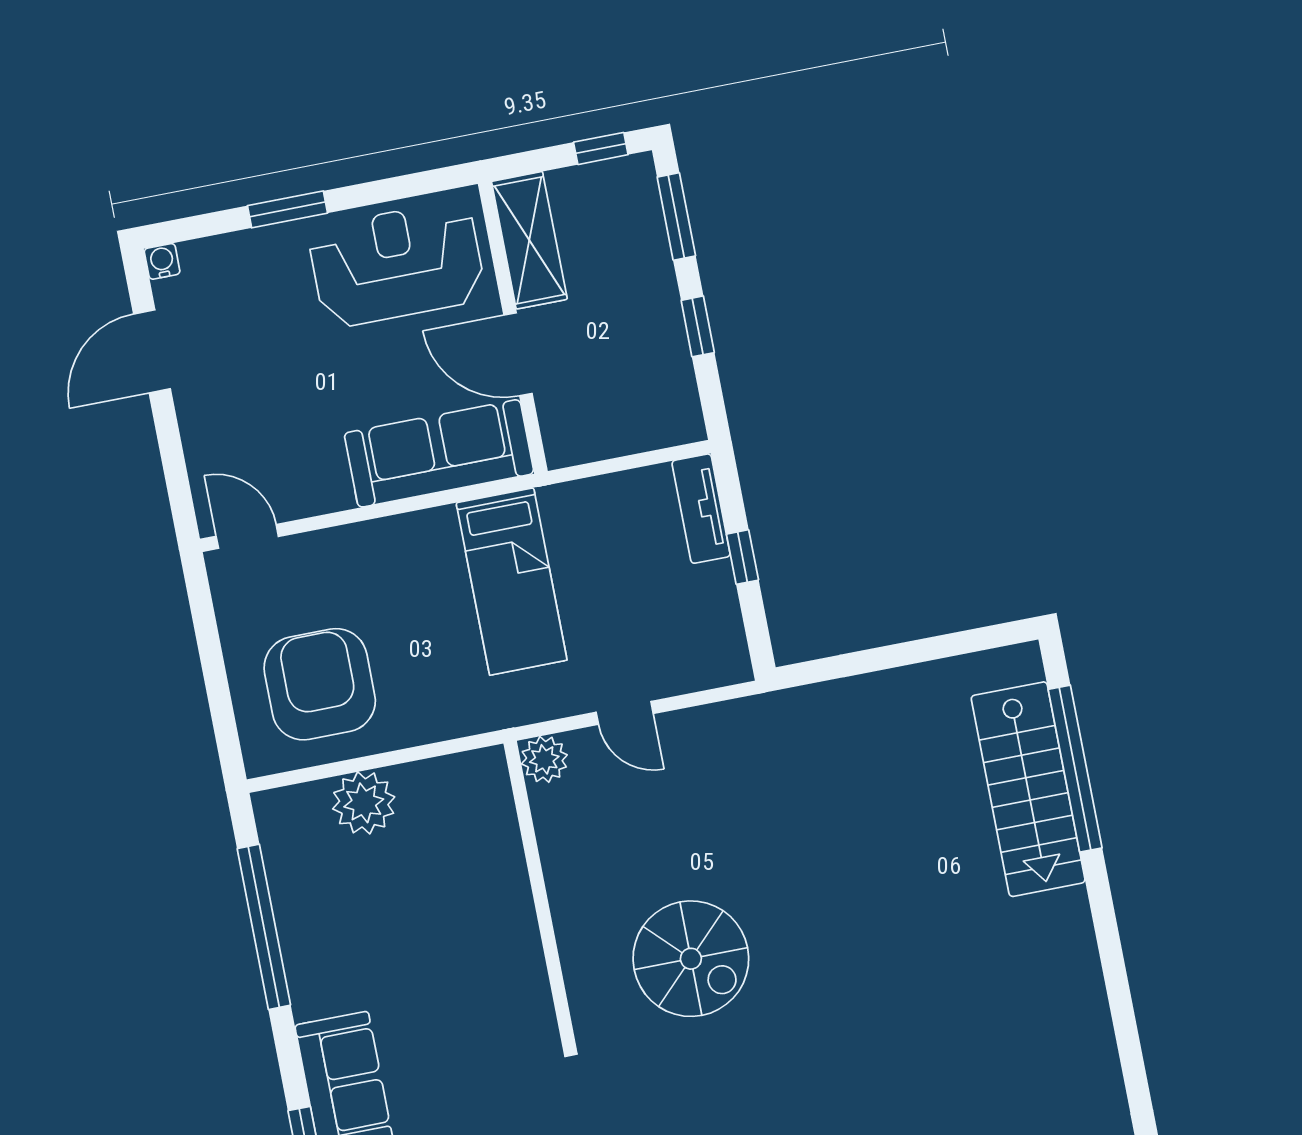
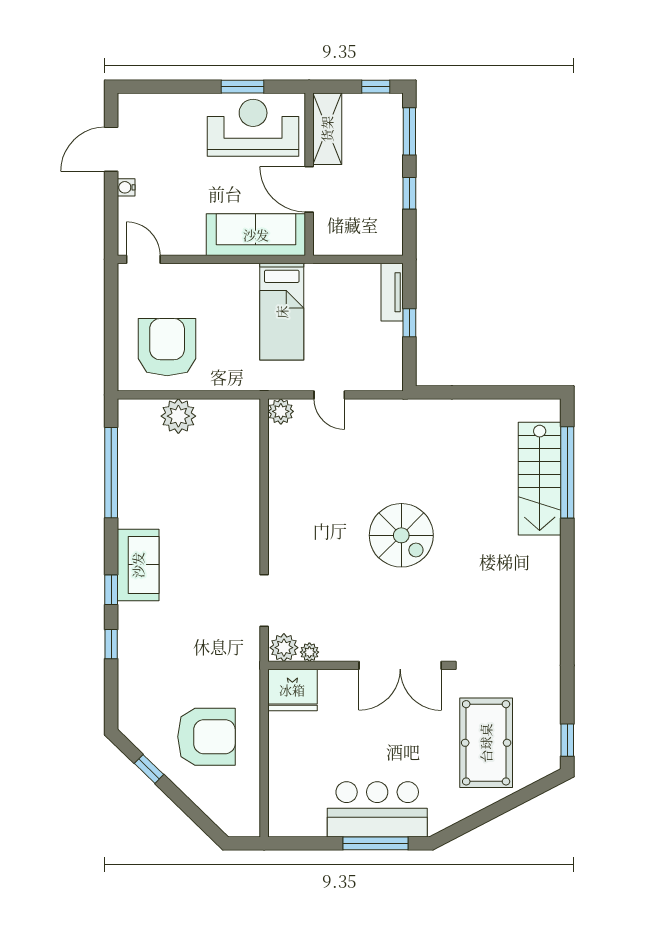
window: (287, 209) -> (243, 87), moved
water cooler: (162, 261) -> (126, 187), moved, turned -90
spiral stairs: (691, 959) -> (401, 535), moved

